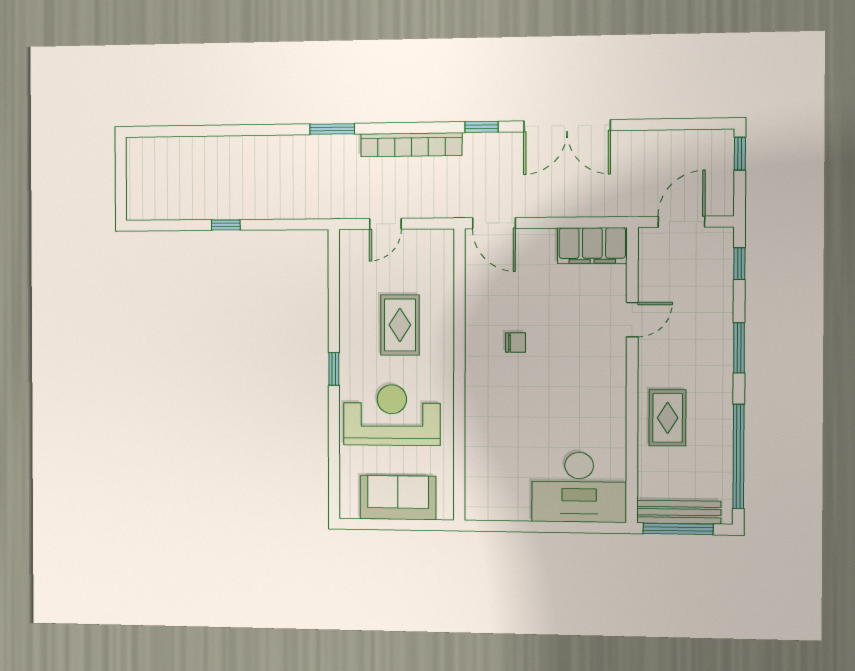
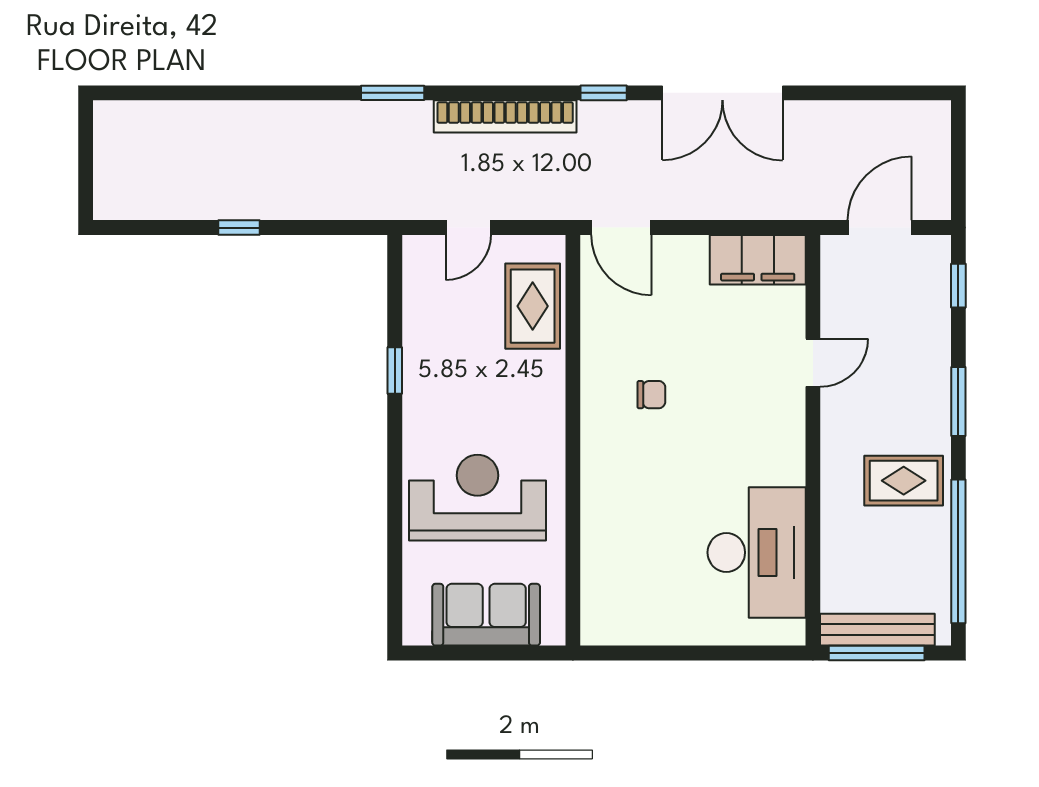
window: (740, 154) -> (958, 134), removed
rug: (400, 325) -> (533, 306), moved
window: (334, 369) -> (395, 370), moved
rug: (668, 418) -> (904, 481), moved, turned 90
desk: (579, 487) -> (757, 552), moved, turned -90

